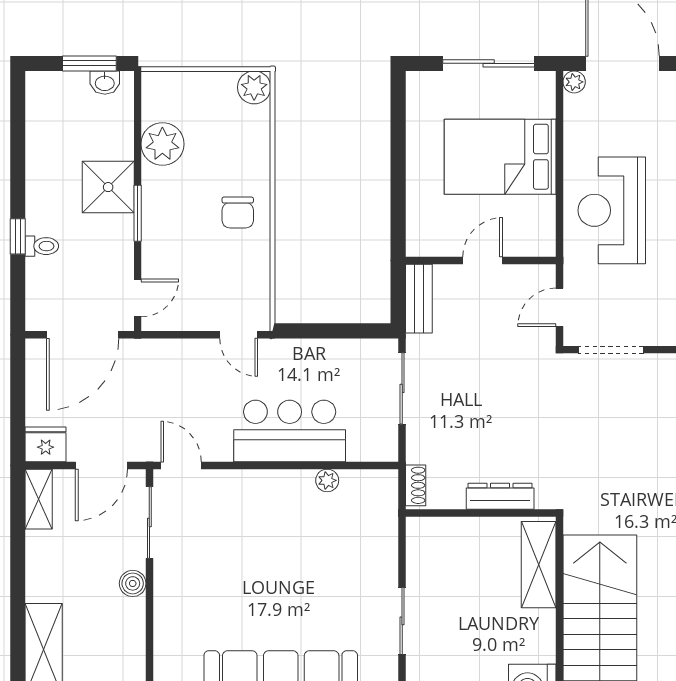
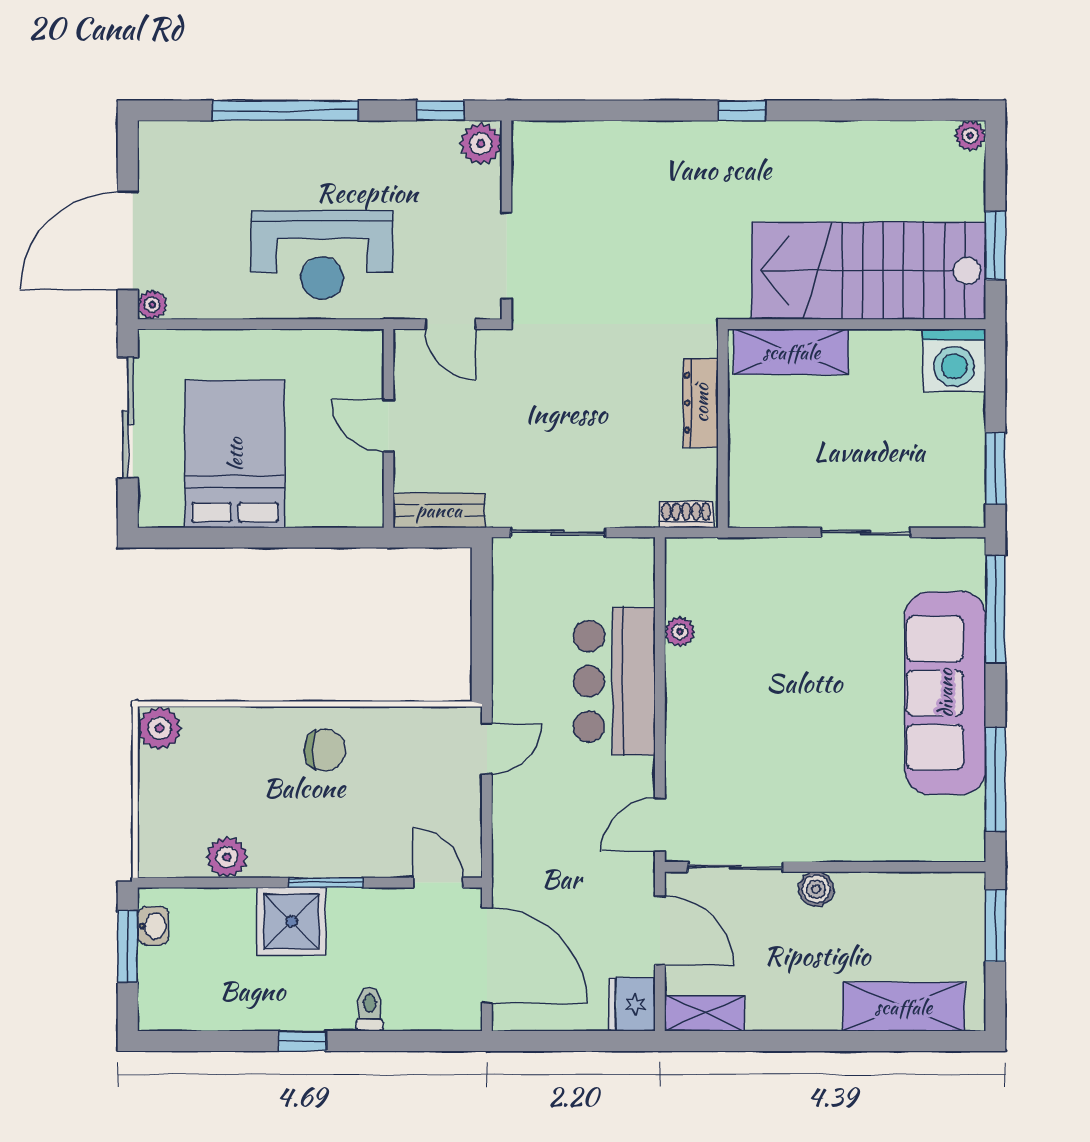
plant: (162, 144) -> (227, 857), width x0.73, depth x0.73
bed: (500, 157) -> (235, 454), moved, turned 180
window: (18, 236) -> (303, 1041), moved

